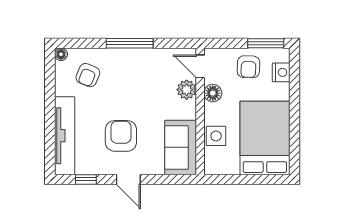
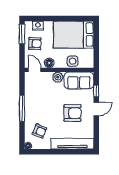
door: (200, 66) -> (35, 70), swing flipped
plant: (187, 90) -> (58, 77), moved
armchair: (121, 136) -> (73, 113), turned 180
window: (86, 179) -> (96, 91), moved

